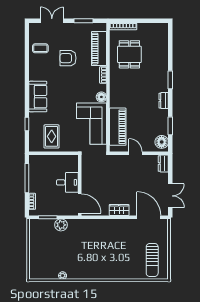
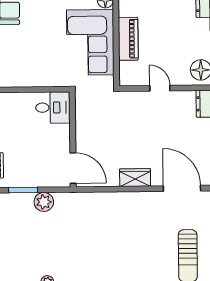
piano: (118, 127) -> (128, 39), width x0.73, depth x0.75
rug: (52, 136) -> (28, 63), removed
desk: (67, 182) -> (53, 108), moved

